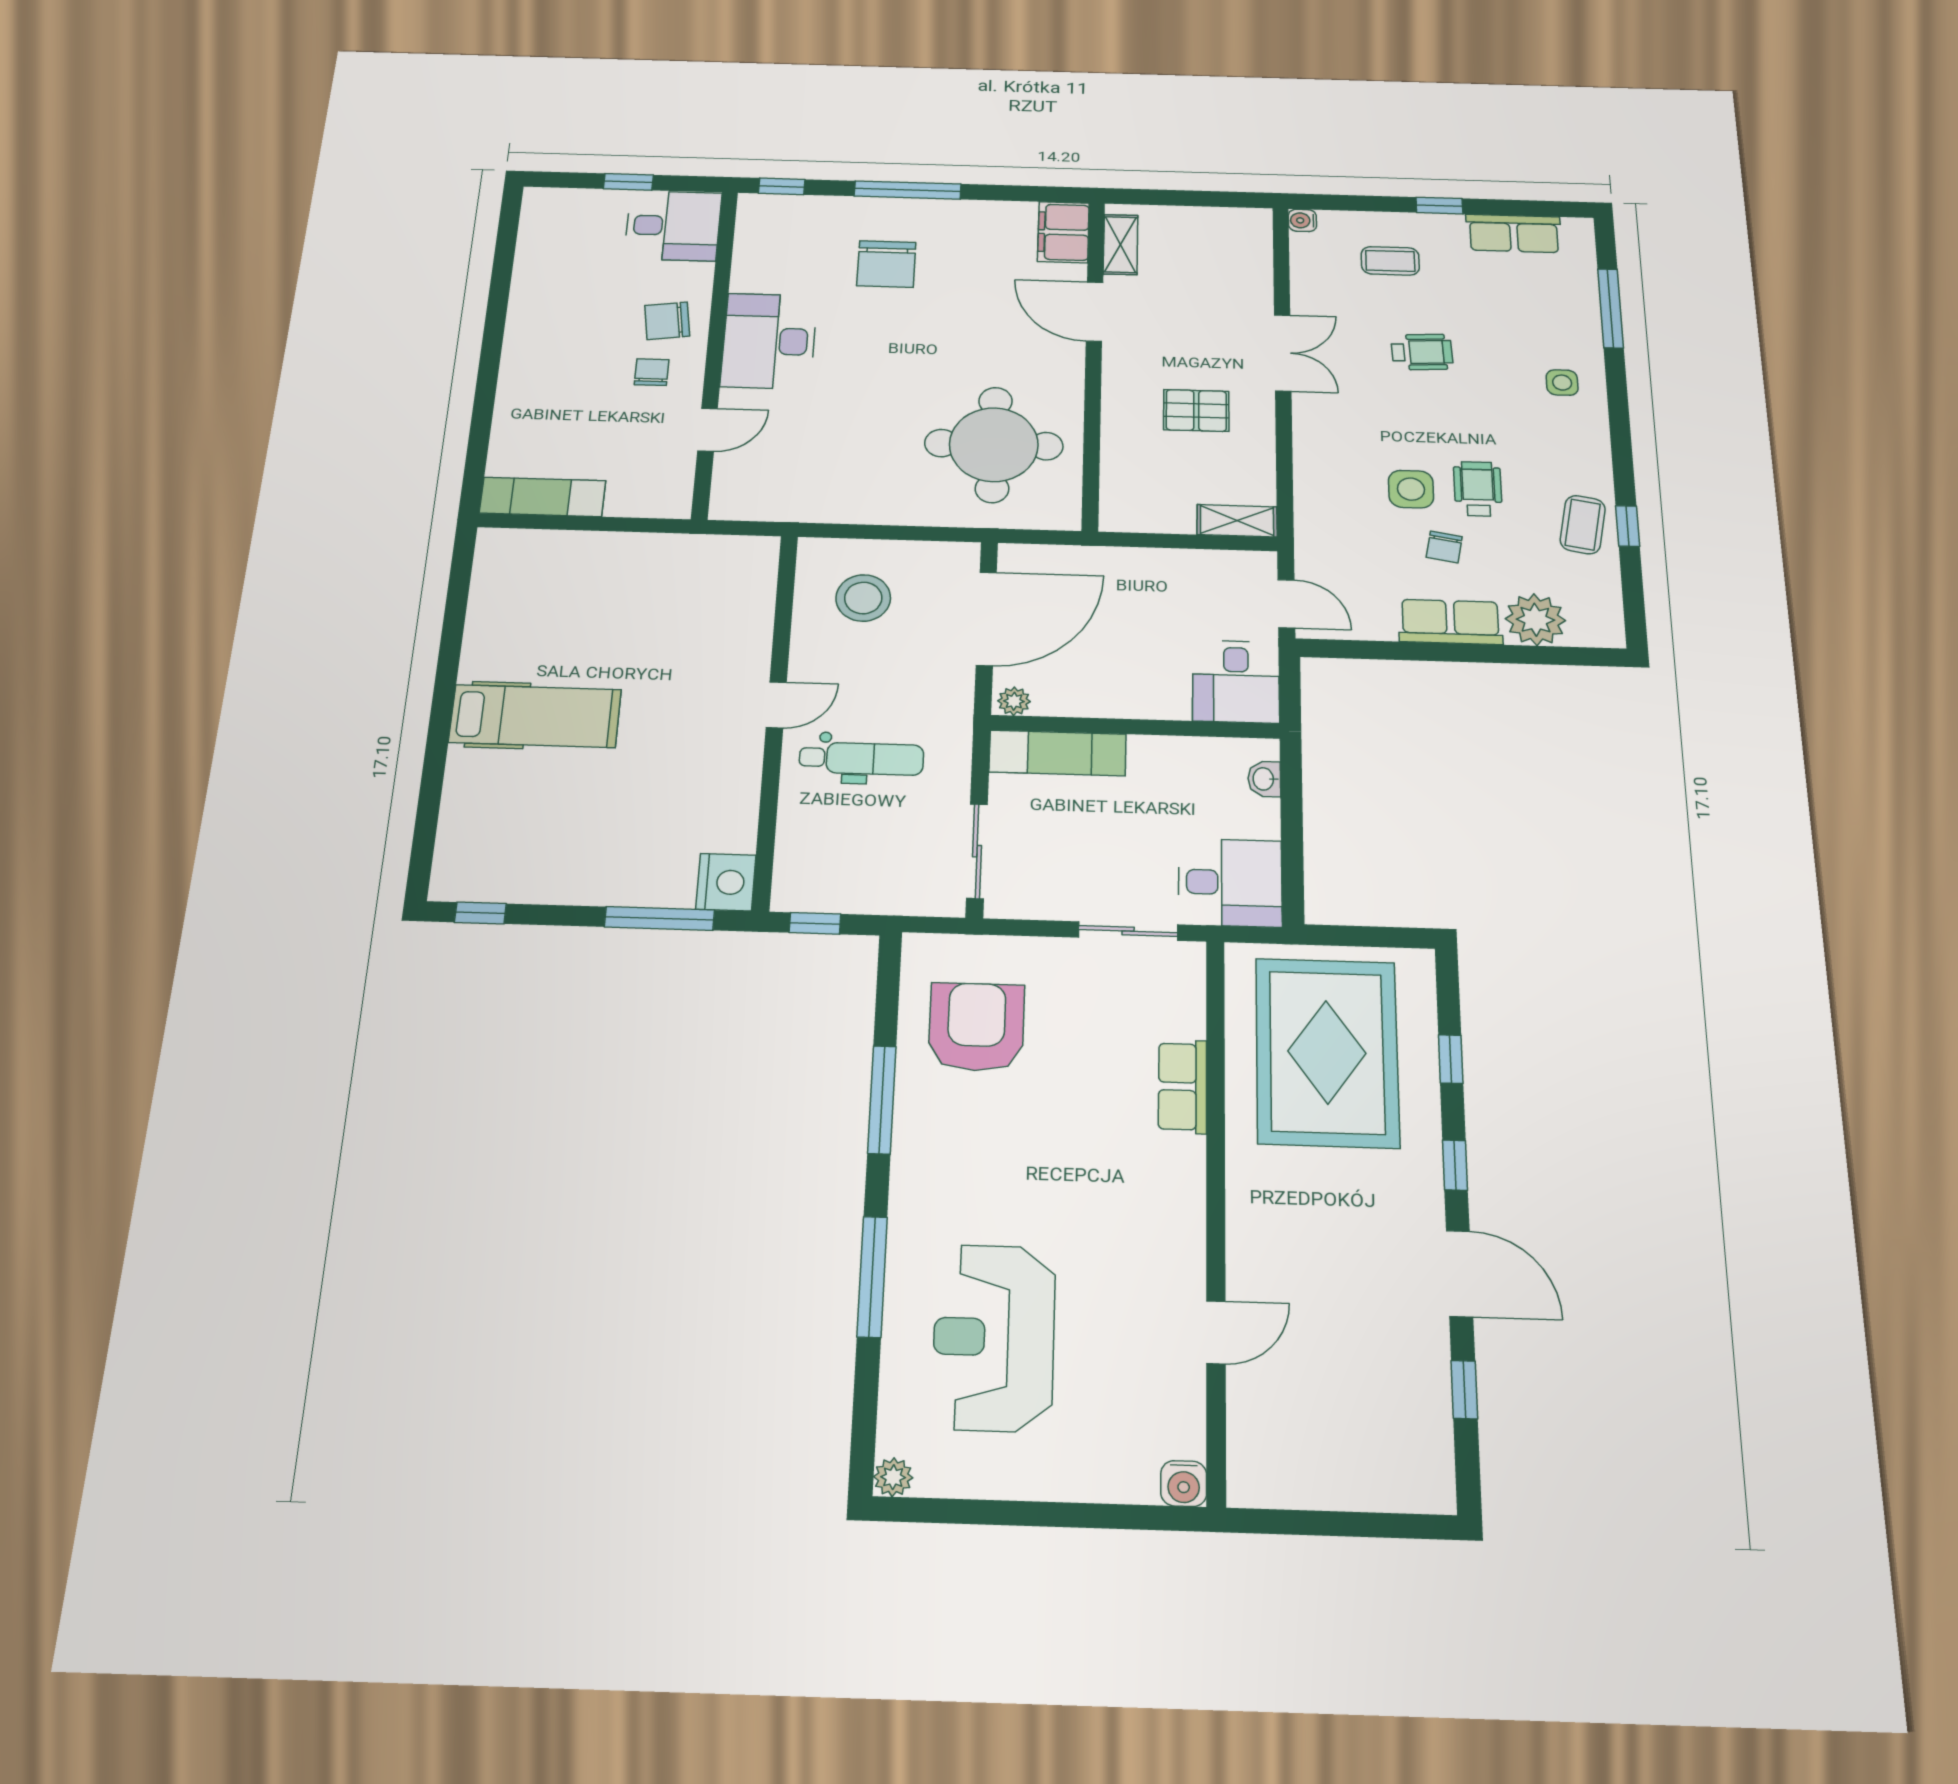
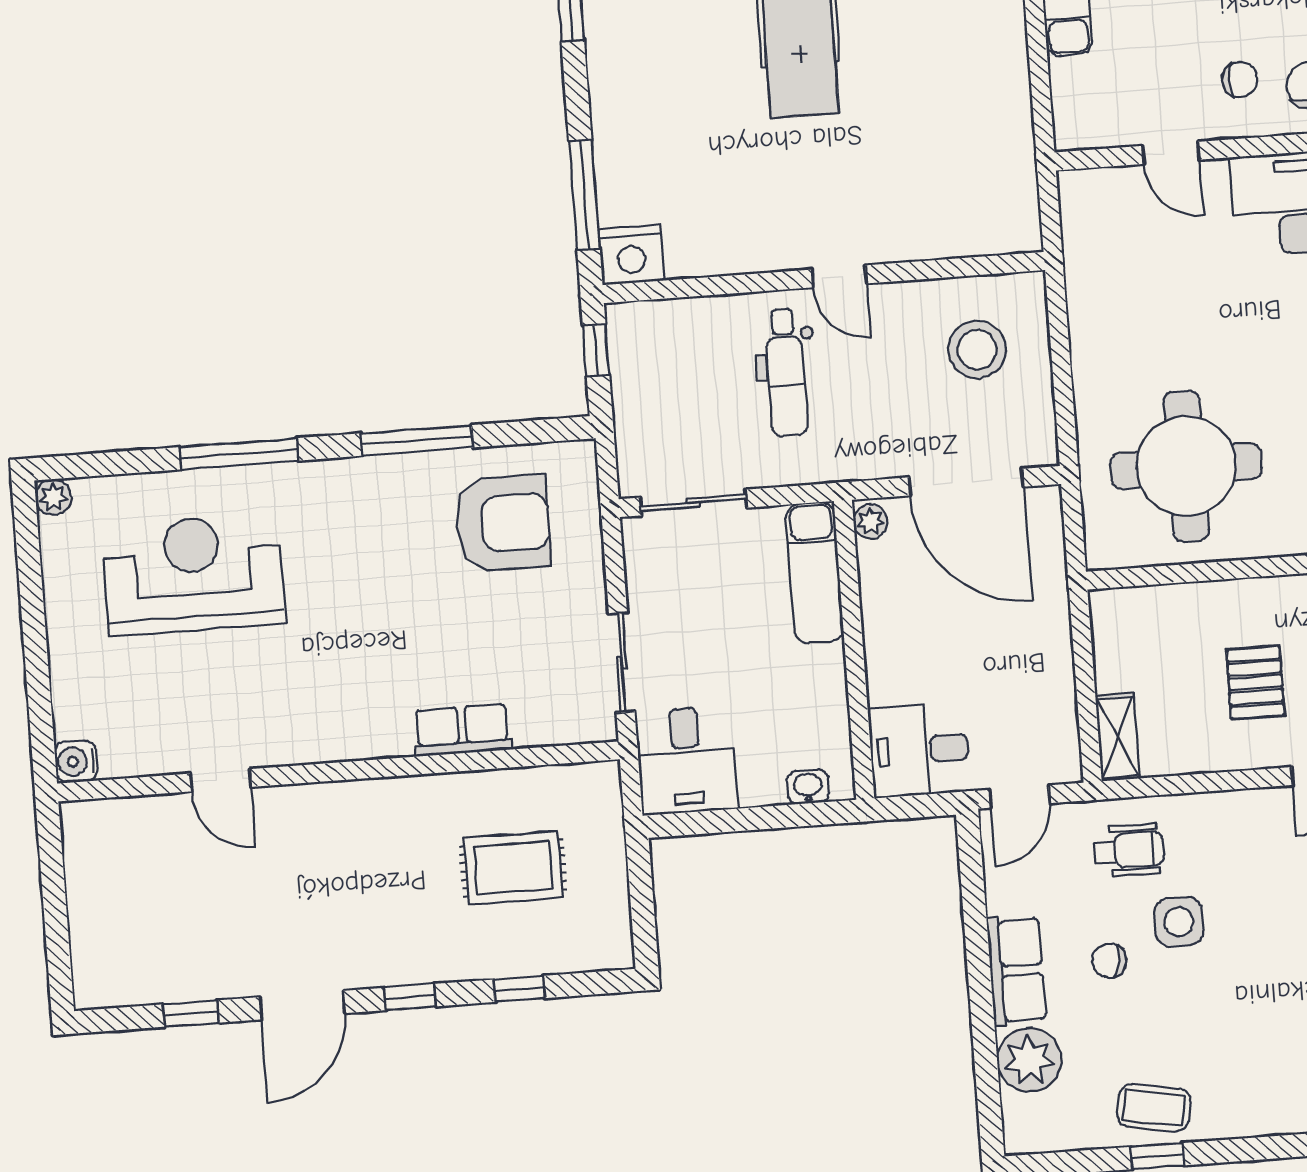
wheelchair: (1478, 489) -> (1129, 850), moved
rug: (1327, 1052) -> (513, 868), width x0.54, depth x0.49

